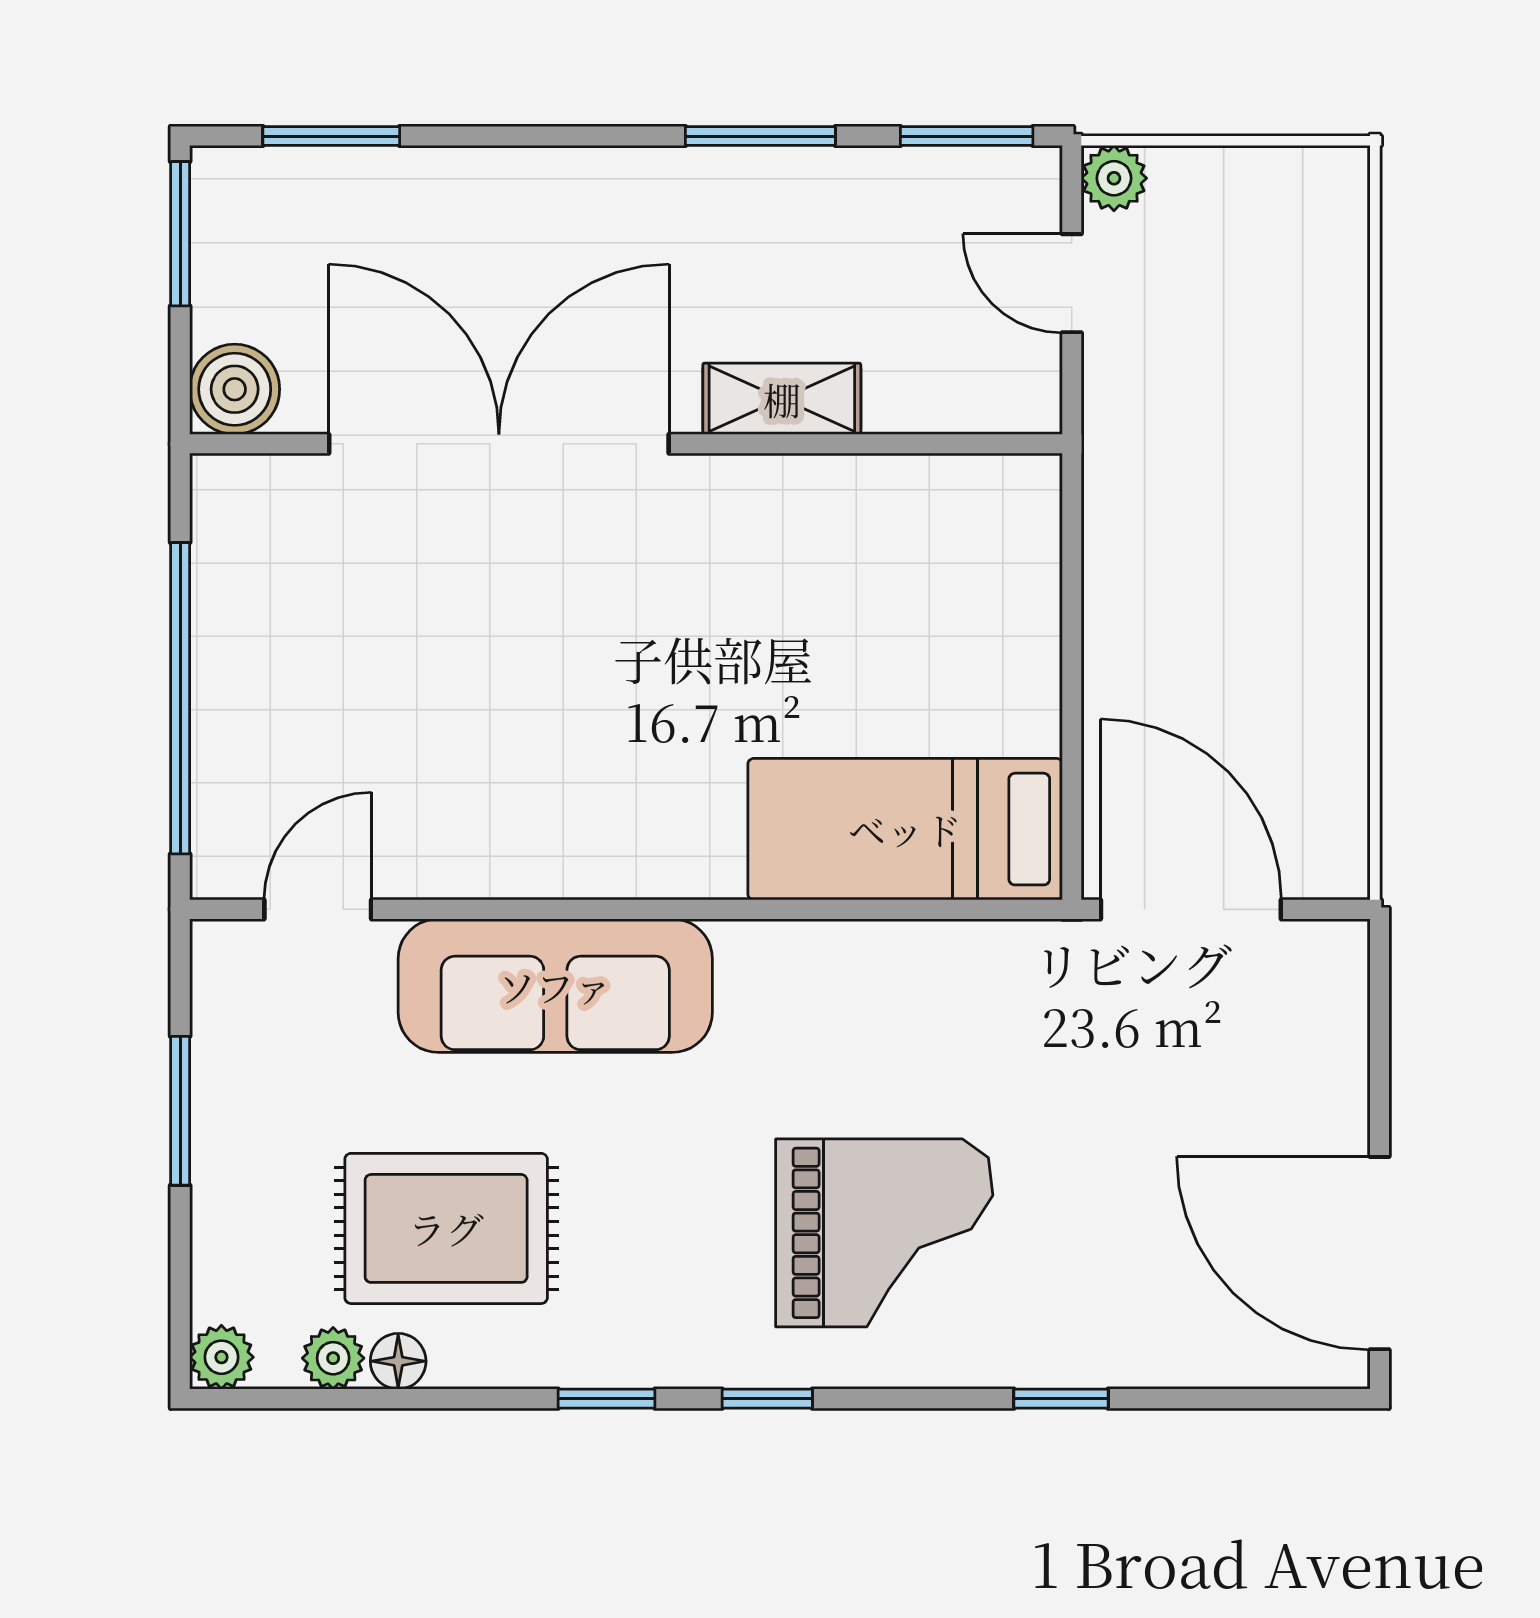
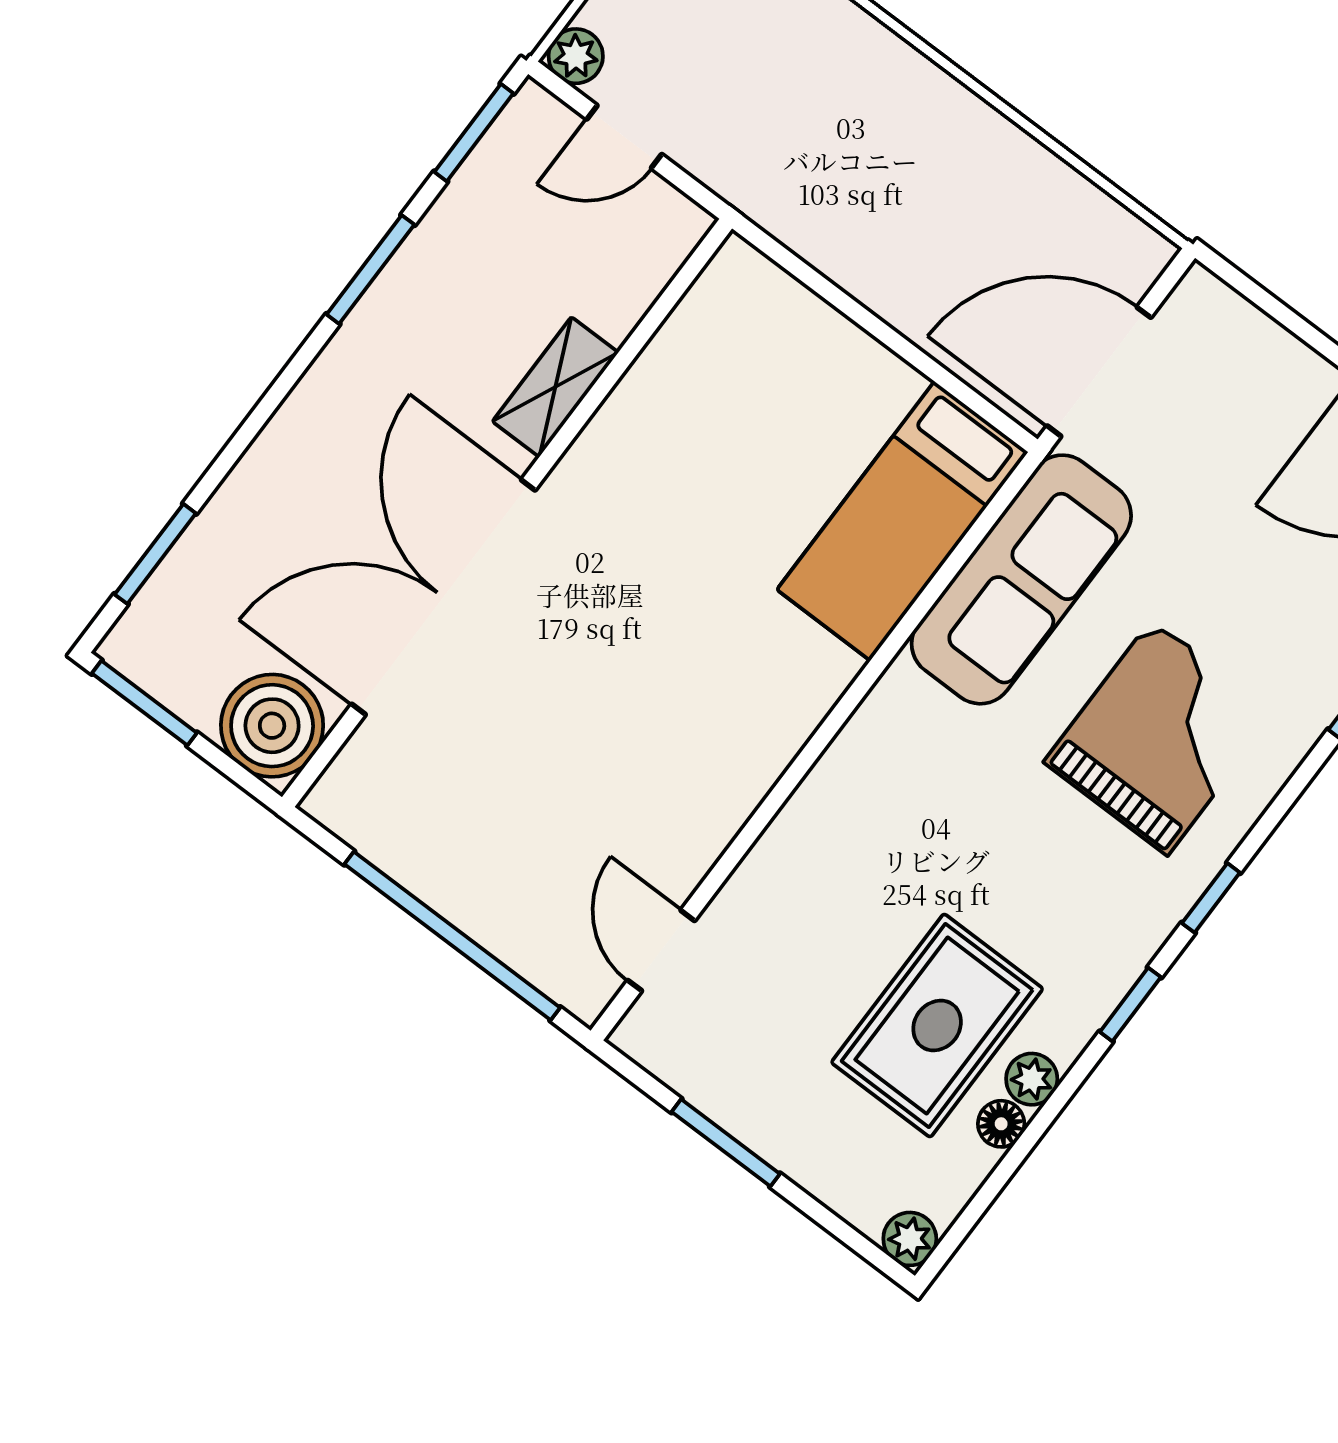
boiler: (235, 389) -> (272, 726), width x1.37, depth x1.37
sofa: (555, 986) -> (1021, 579), moved
plant: (333, 1358) -> (1032, 1079), moved

